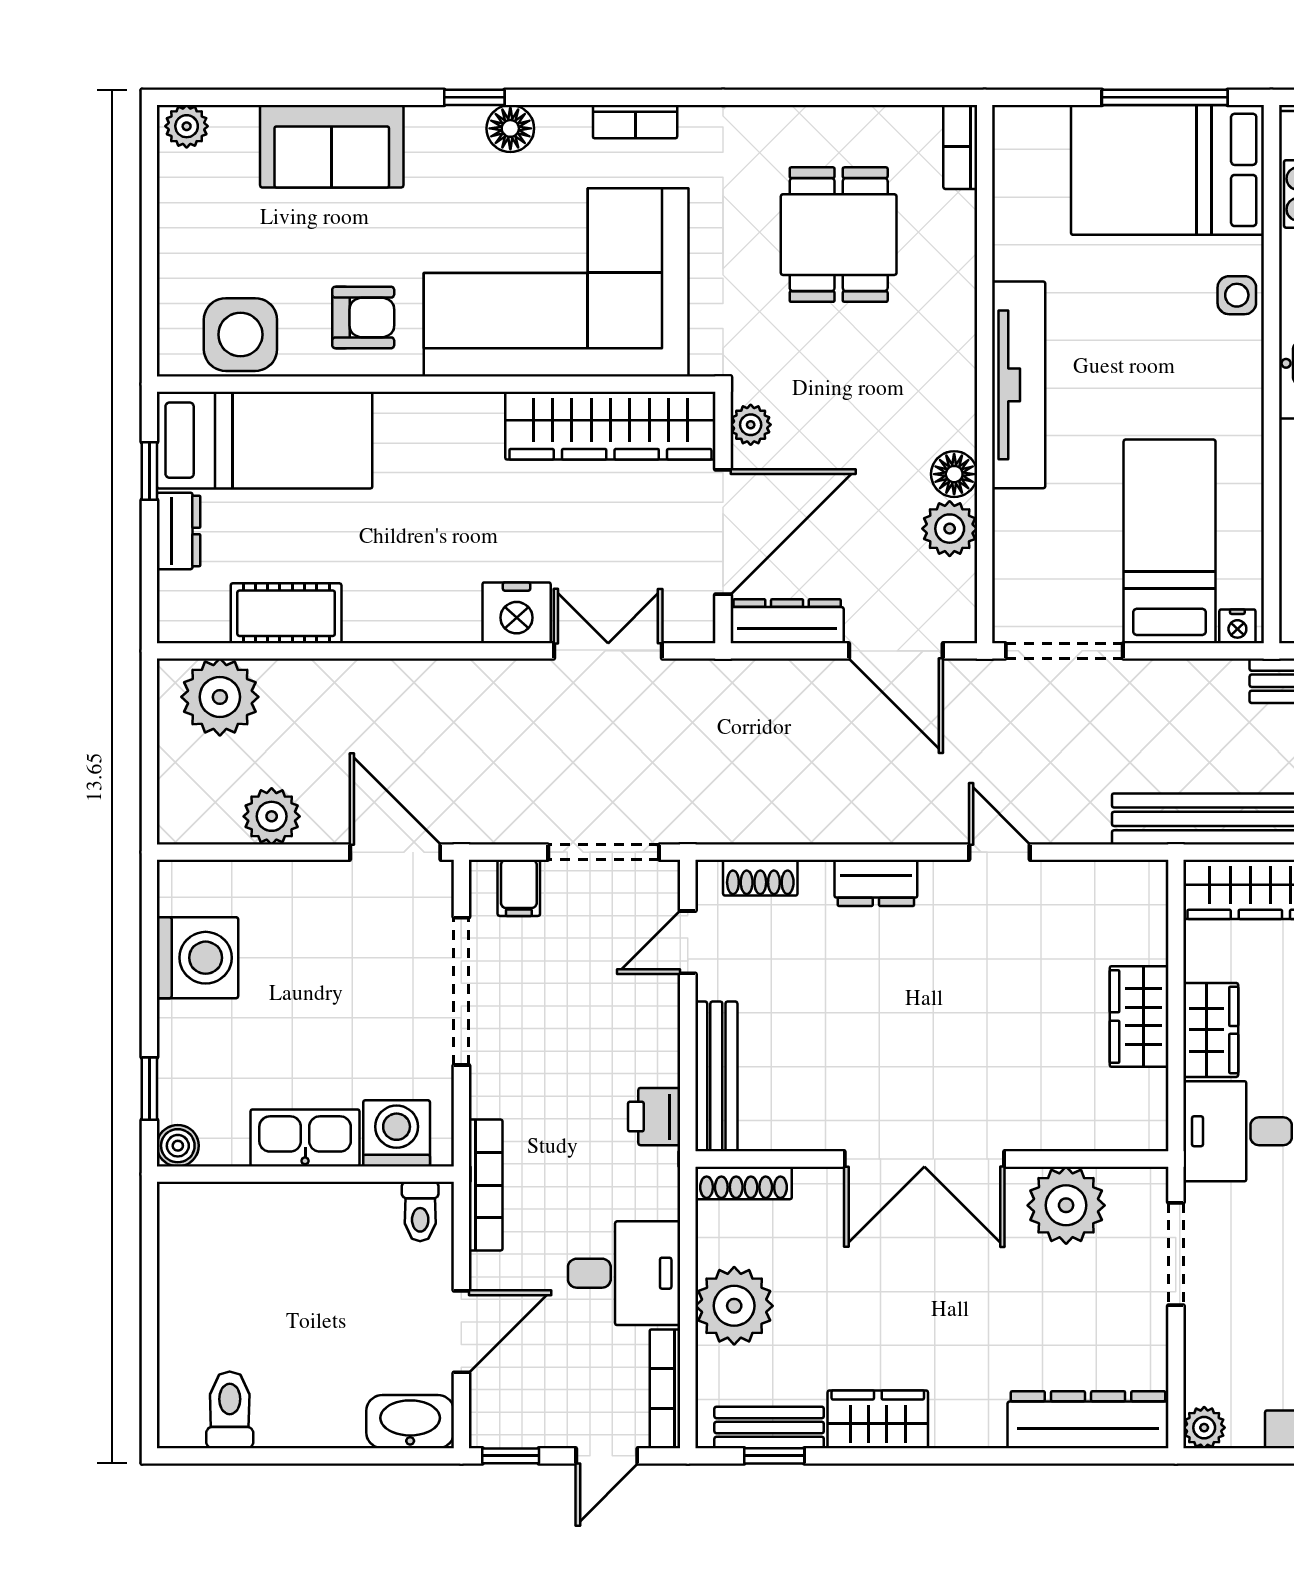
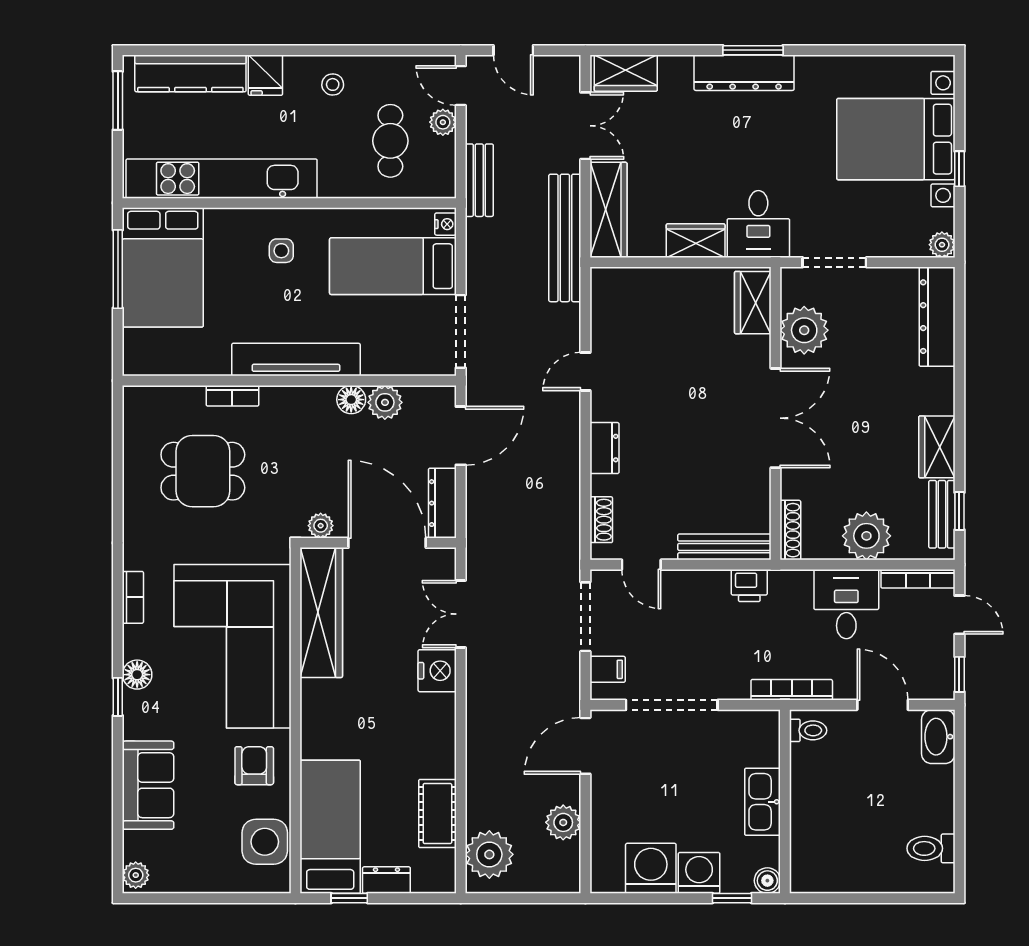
bookcase: (960, 147) -> (232, 396), moved
side table: (1237, 295) -> (281, 251), moved
wardrobe: (1139, 1017) -> (753, 303), moved, turned 90
washing machine: (397, 1133) -> (699, 873), moved, turned 90

